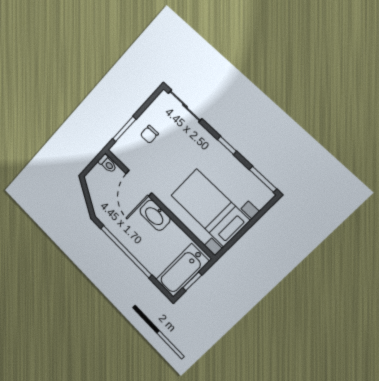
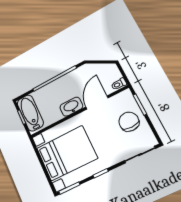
chair: (149, 134) -> (129, 122), width x1.87, depth x1.87
door: (139, 183) -> (97, 102), hinge flipped
bed with nightstands: (210, 208) -> (67, 153), width x1.36

